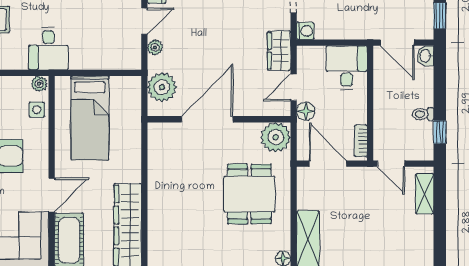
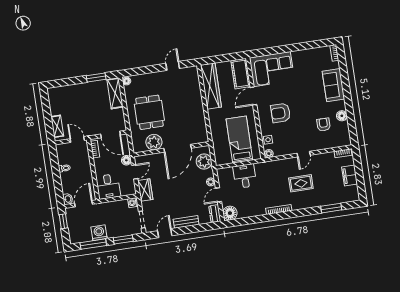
door: (397, 43) -> (84, 204), hinge flipped
desk: (48, 49) -> (245, 176), moved
window: (440, 132) -> (54, 160), removed
plant: (276, 137) -> (154, 142), moved

